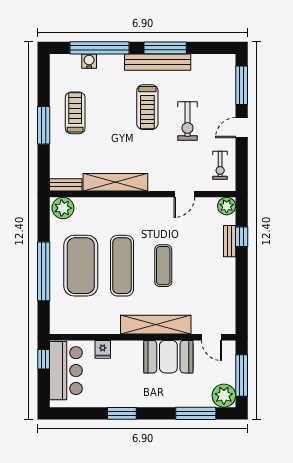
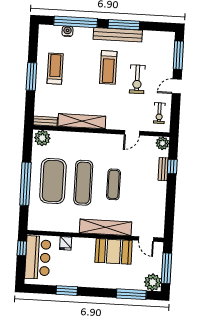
window: (122, 413) -> (67, 291), moved

